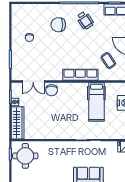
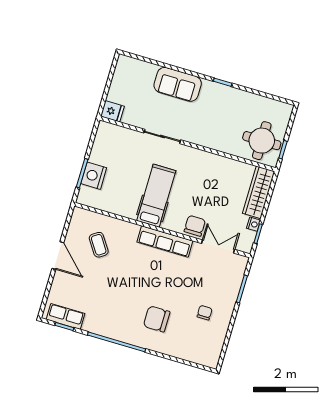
wheelchair: (85, 20) -> (115, 314), removed
chair: (58, 25) -> (157, 319), turned 180
row of seats: (80, 75) -> (165, 241), moved
hospital bed: (96, 102) -> (156, 196), moved

